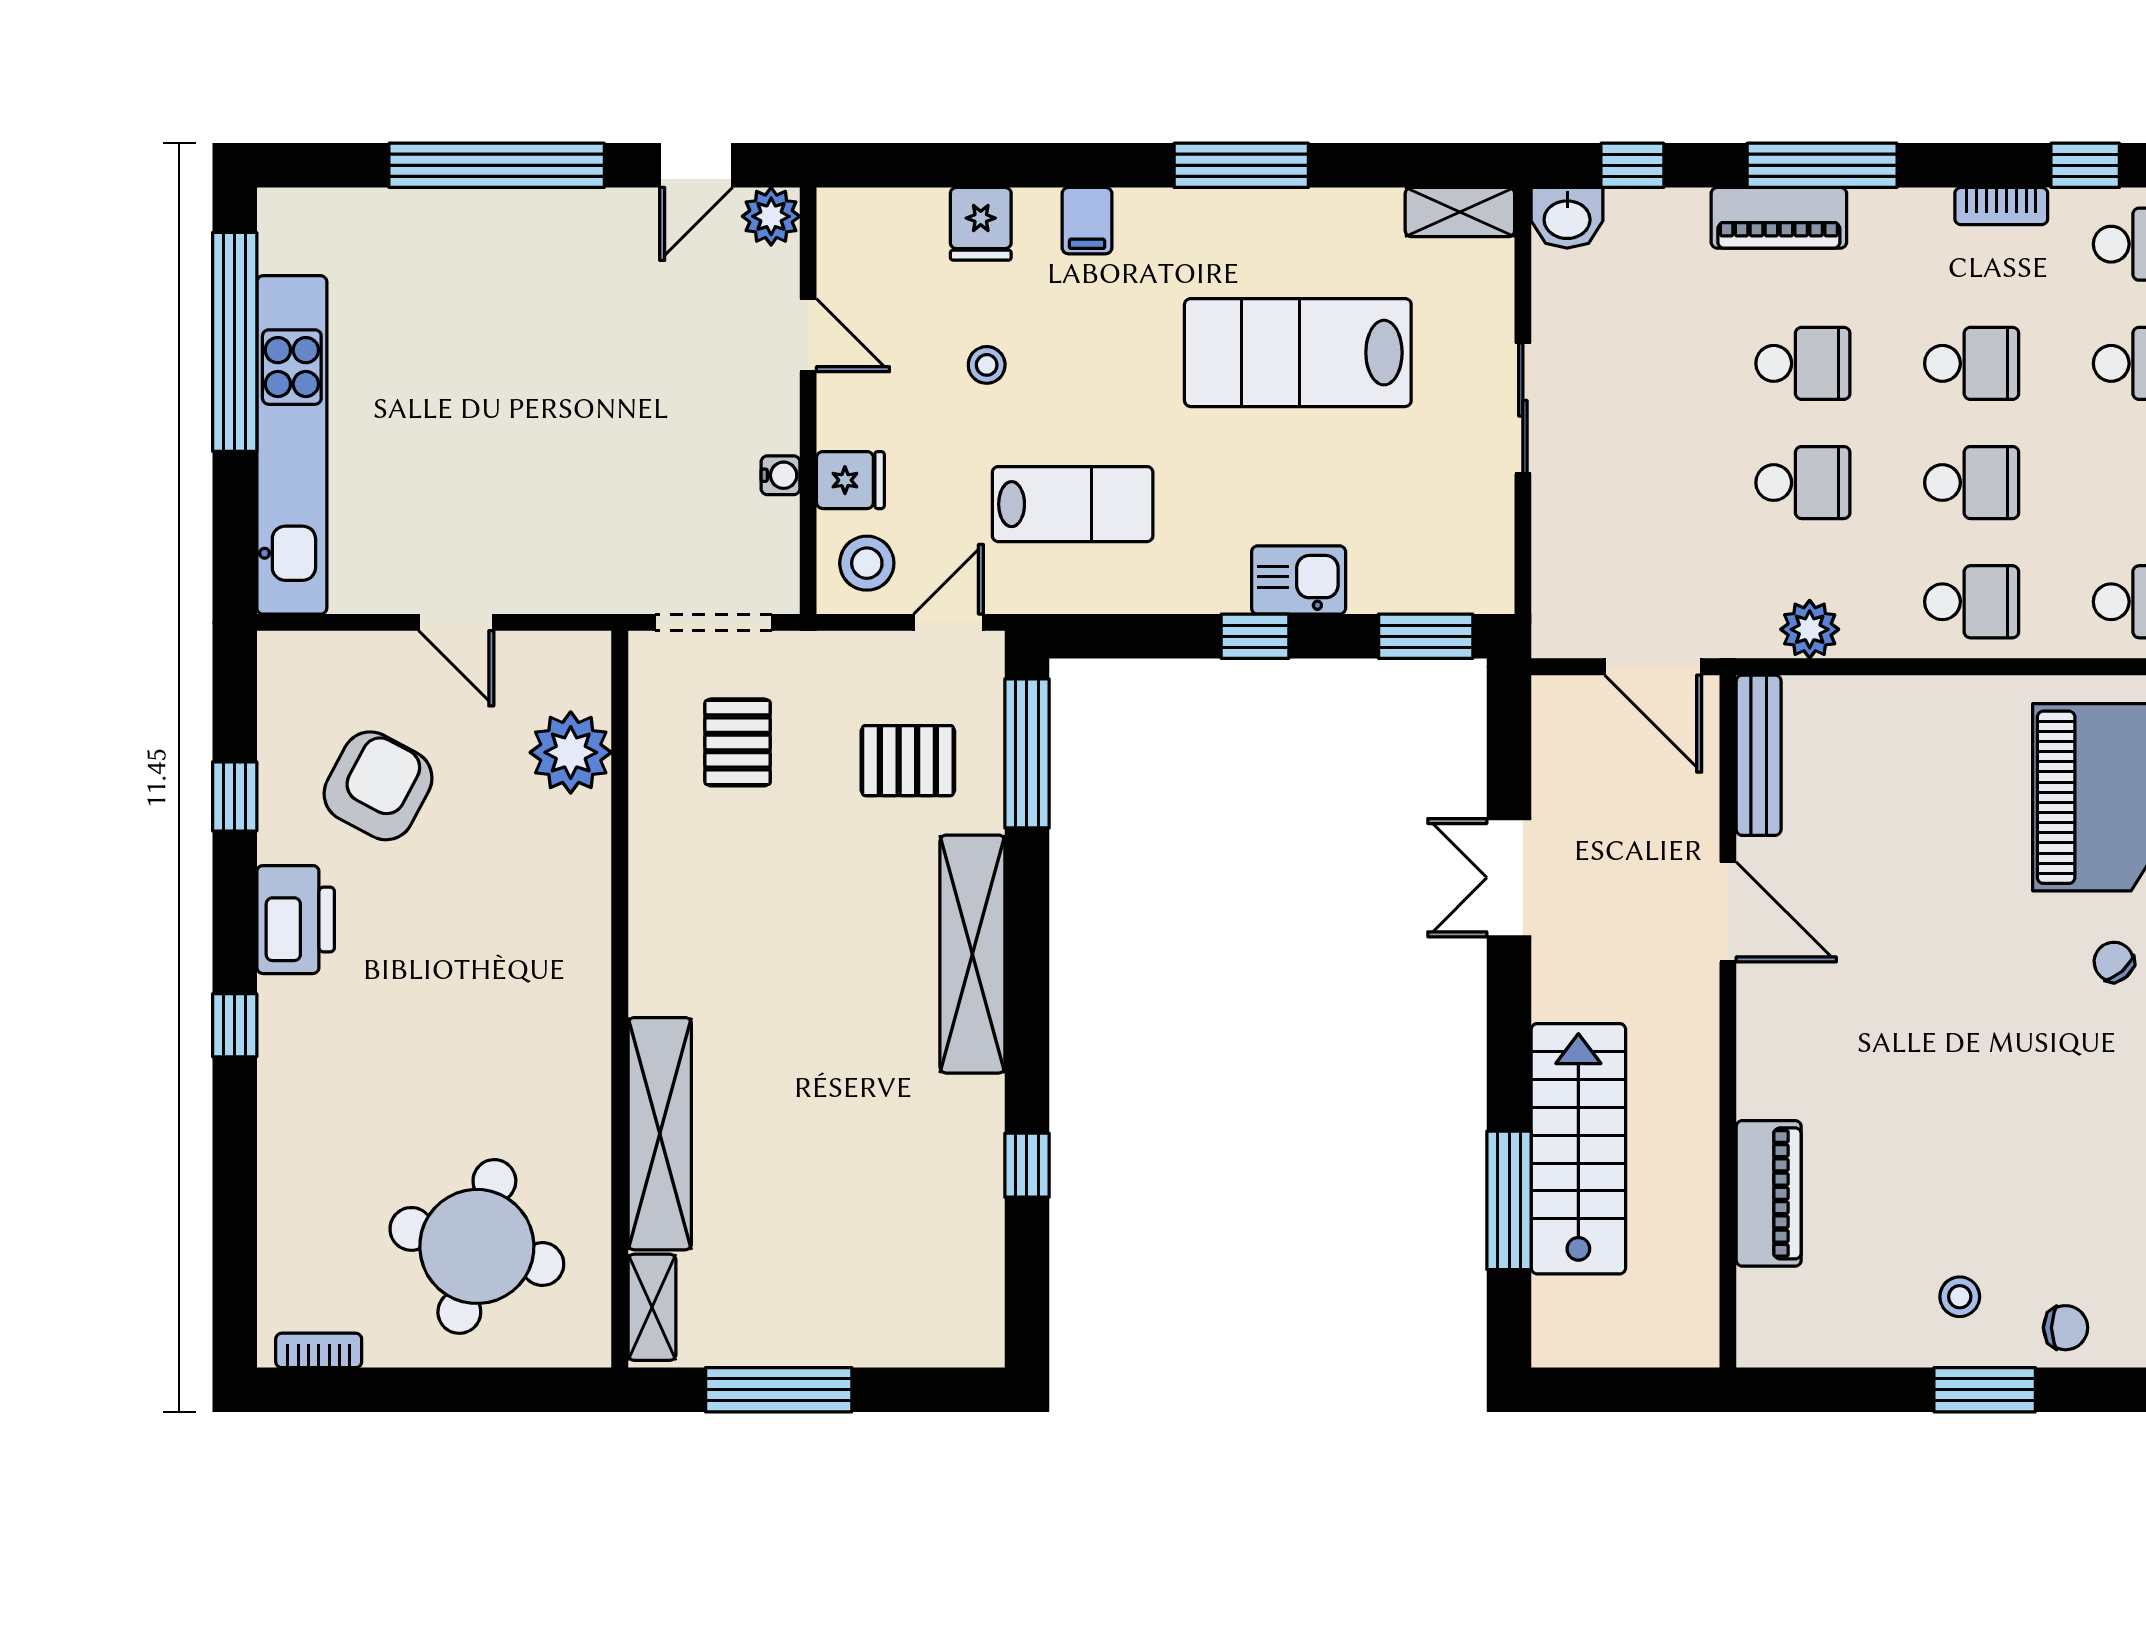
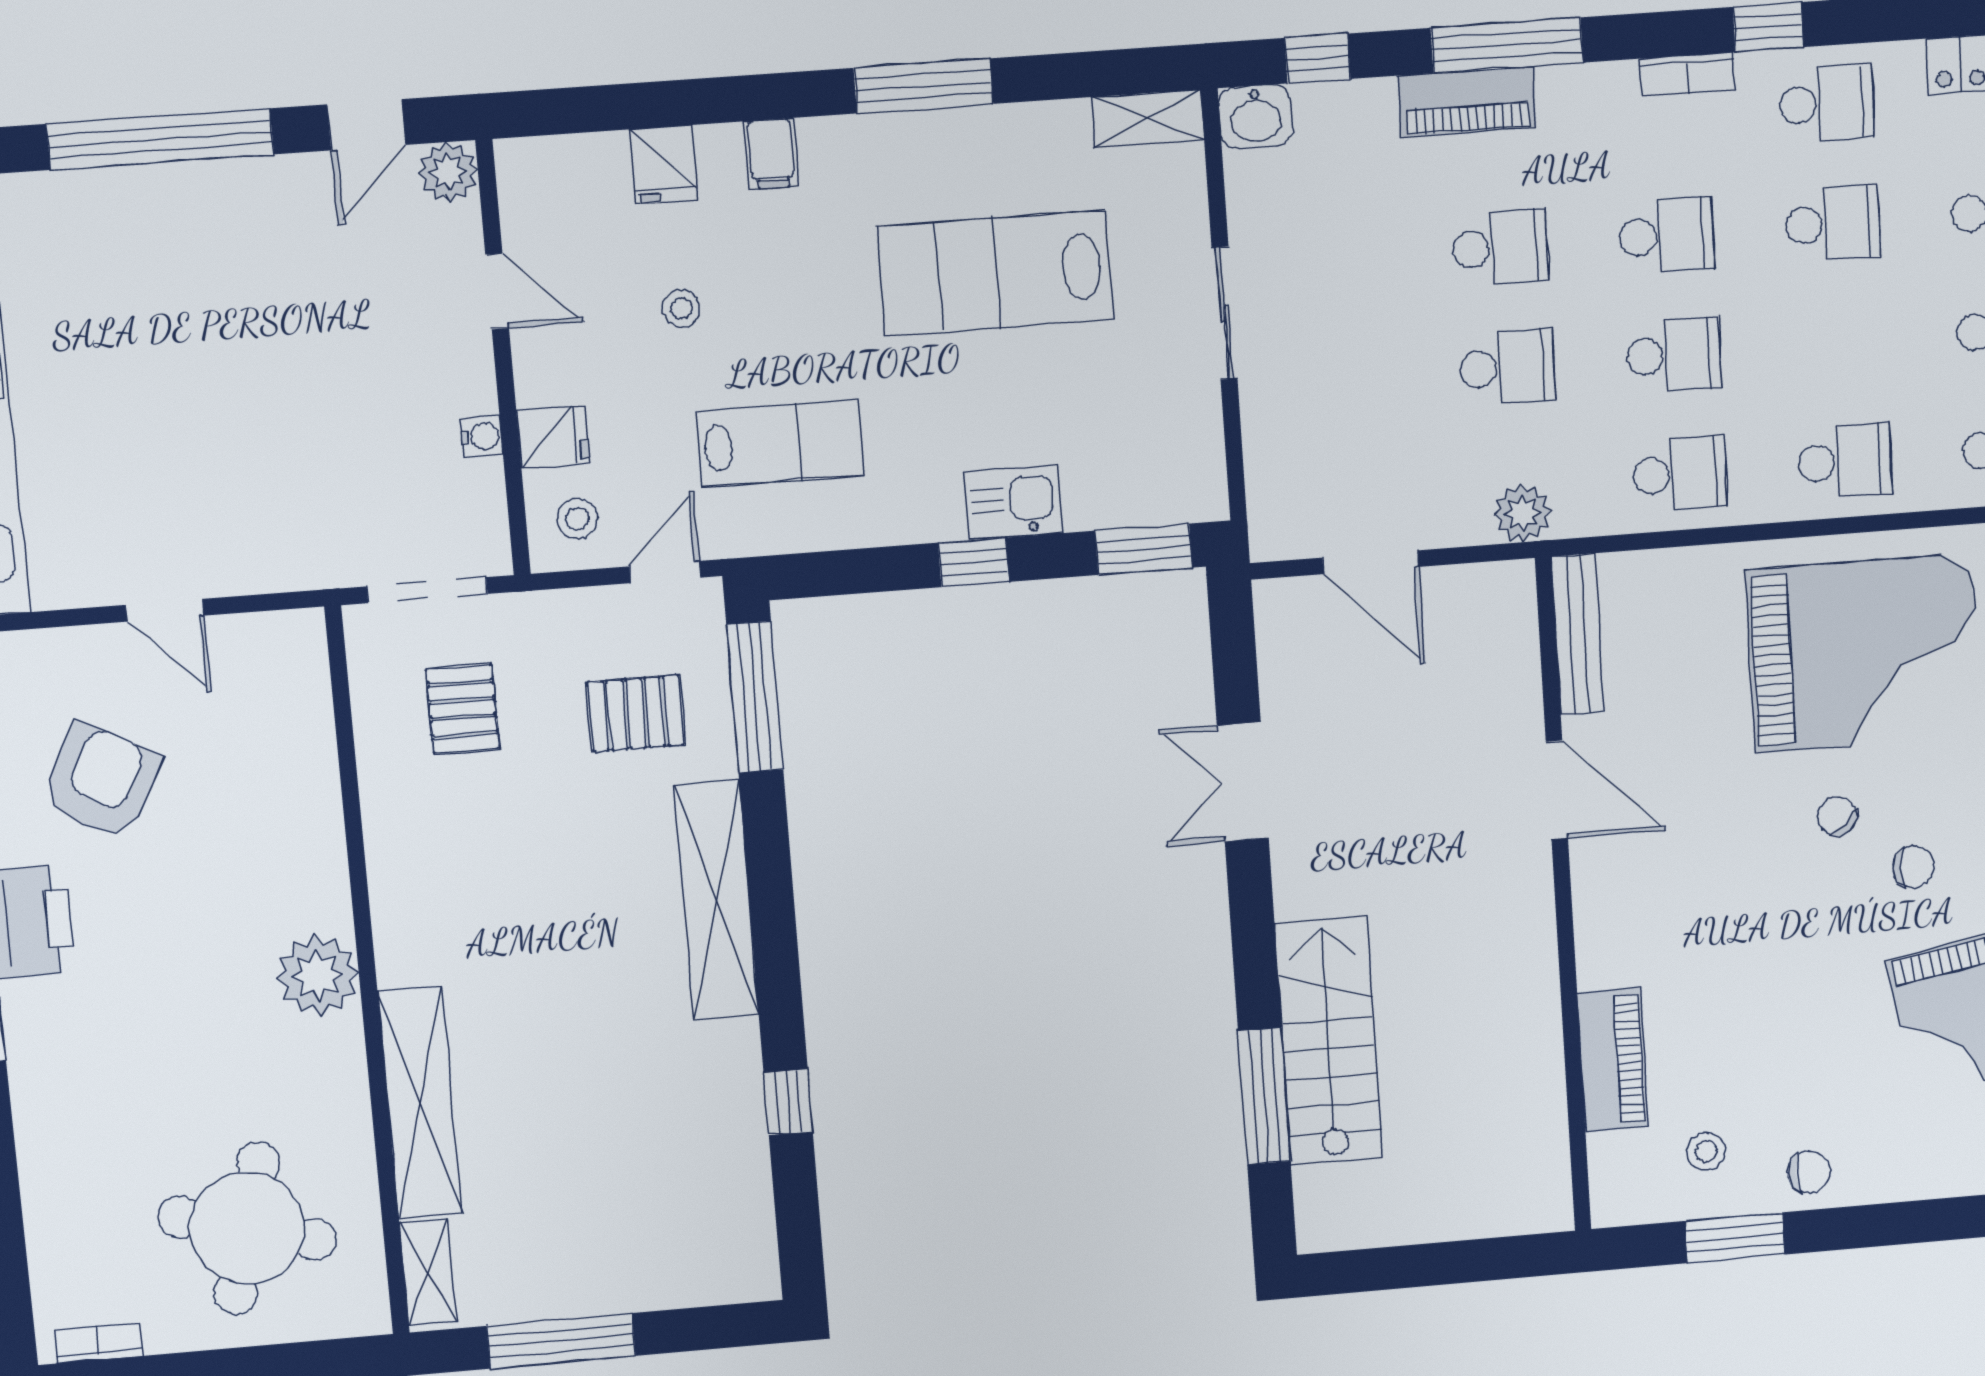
stool: (867, 563) -> (577, 519), width x0.73, depth x0.73
plant: (571, 752) -> (318, 976), moved
bench: (1759, 755) -> (1578, 634), moved
door: (1728, 912) -> (1557, 790), moved
wall: (1728, 1021) -> (1563, 897), moved
piano: (1769, 1193) -> (1613, 1060), moved

